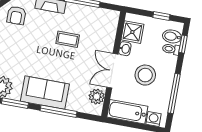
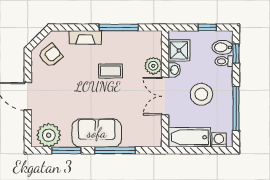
armchair: (16, 15) -> (51, 56), turned -129
plant: (97, 97) -> (153, 66), moved

